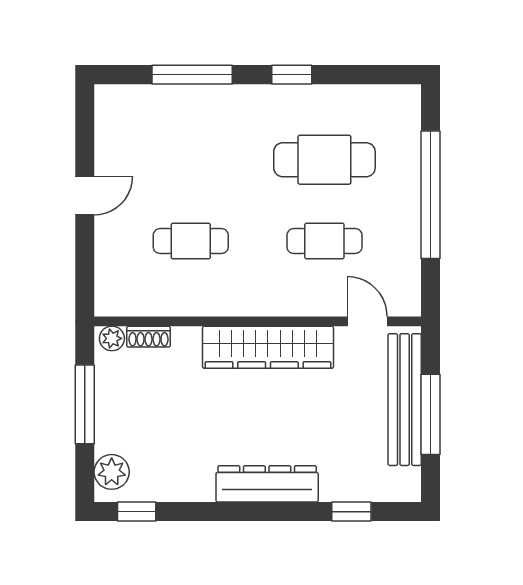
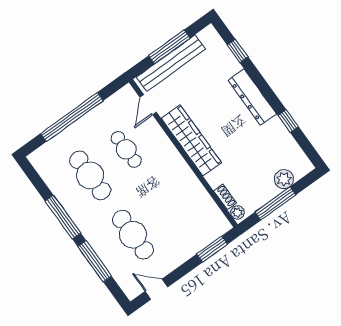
window: (292, 75) -> (63, 217), width x2.17
door: (85, 196) -> (156, 289), moved
cafe table: (191, 241) -> (133, 235), moved, width x1.37, depth x1.35
window: (85, 262) -> (212, 249), added
plant: (112, 472) -> (284, 179), moved
window: (137, 512) -> (288, 121), moved

